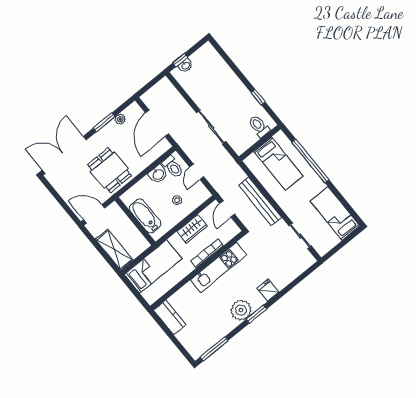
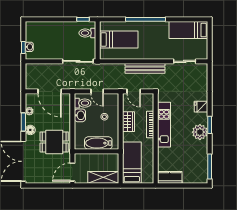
toilet: (259, 126) -> (87, 33), moved
floor lamp: (102, 136) -> (30, 130), added
wall: (260, 143) -> (98, 40), moved
bed: (278, 164) -> (119, 40), moved

